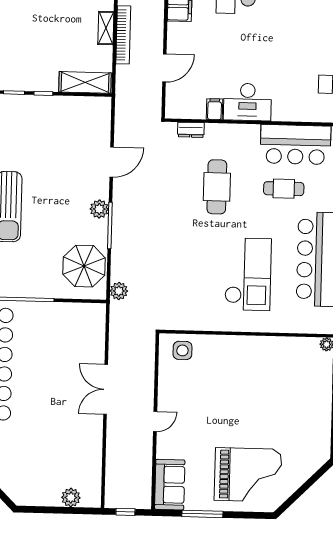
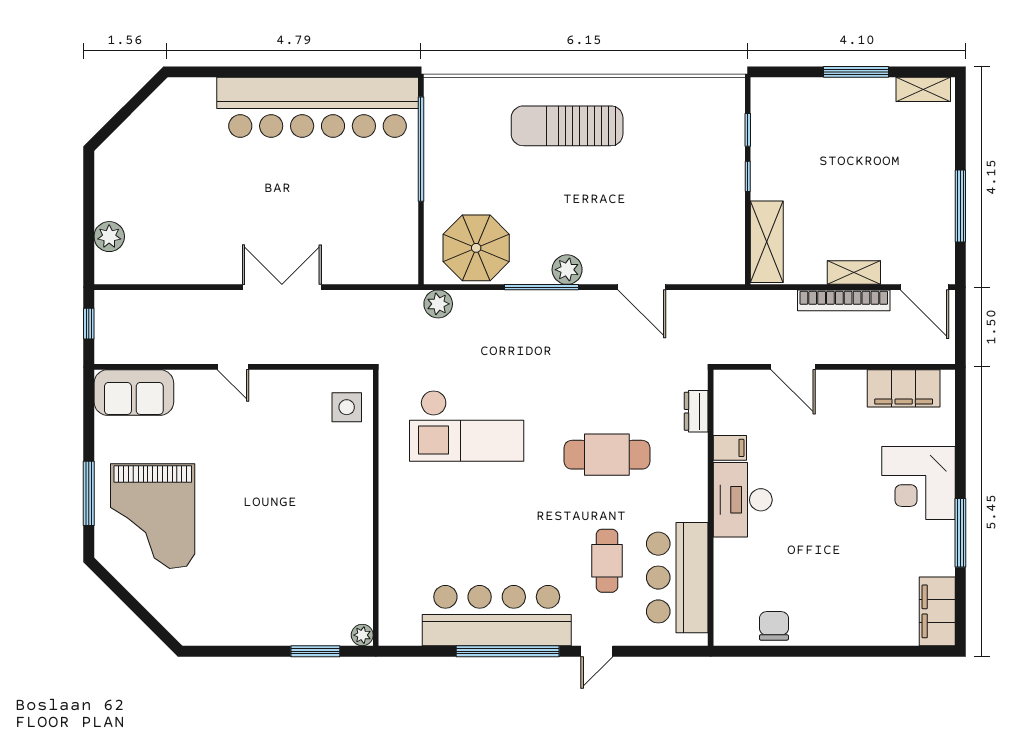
checkout: (248, 274) -> (467, 426), moved
window: (202, 514) -> (89, 493), moved

